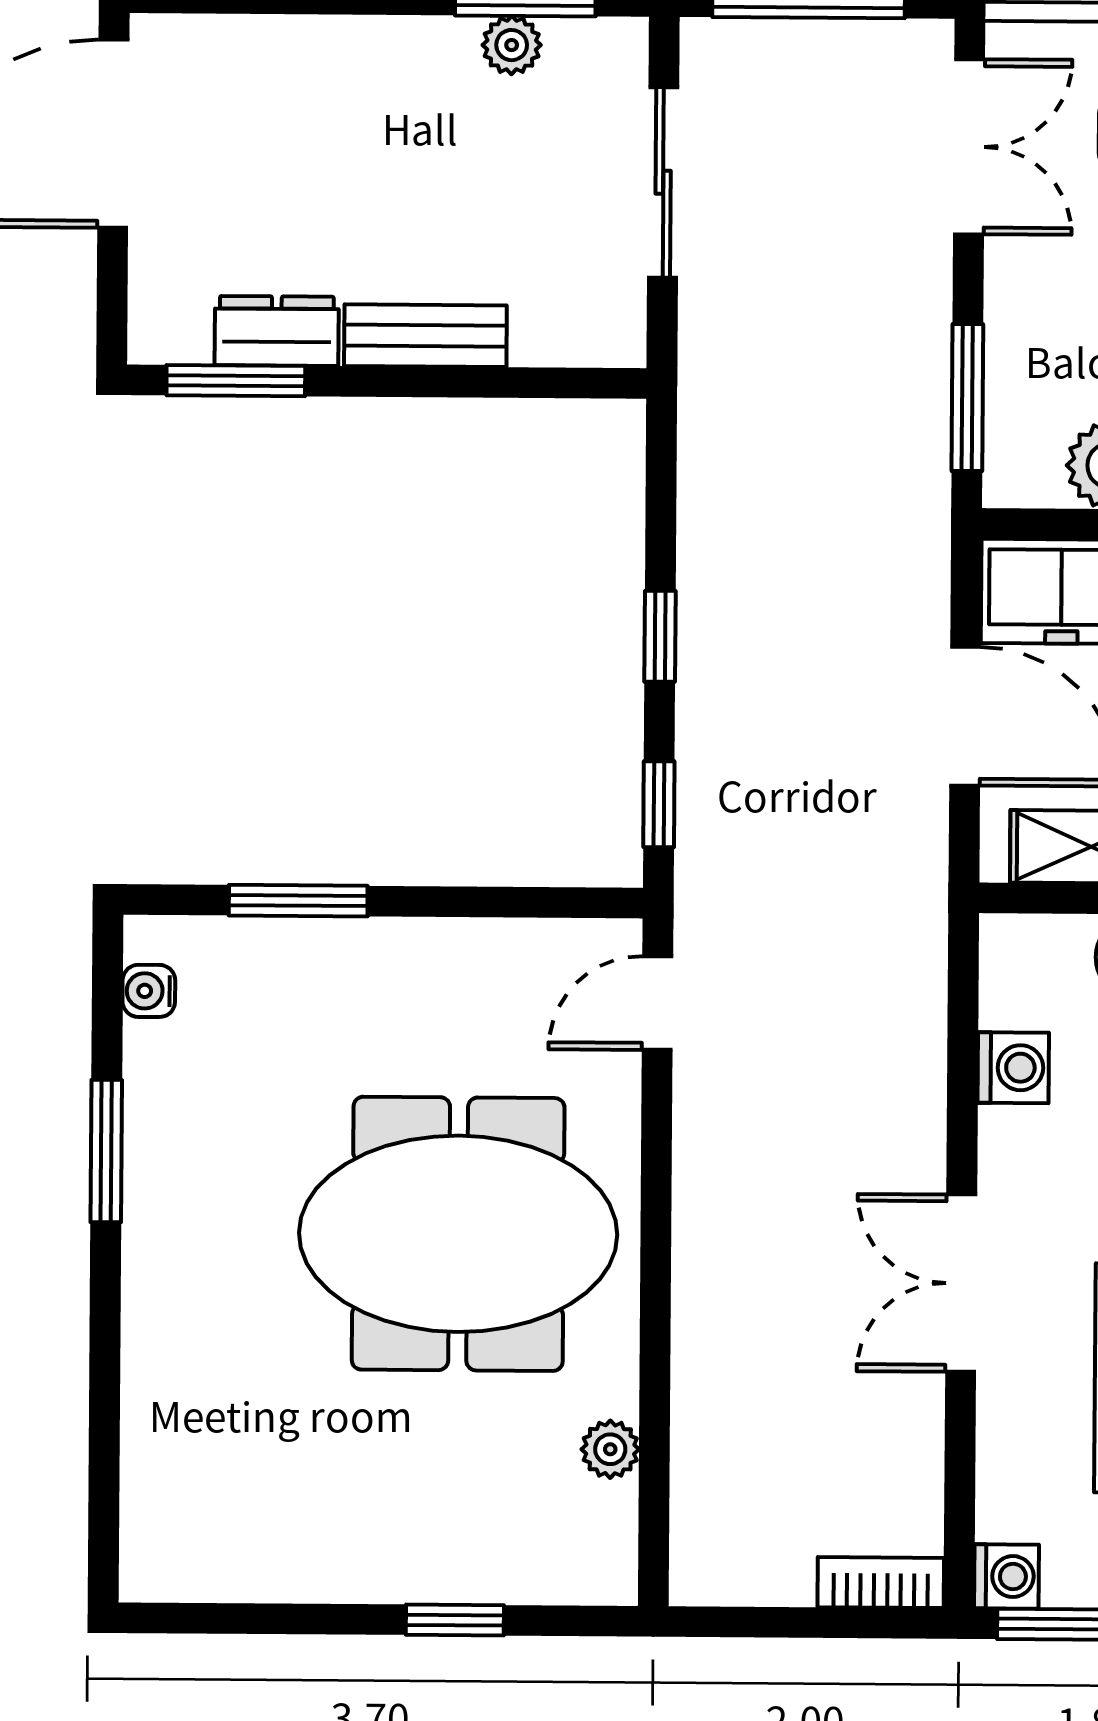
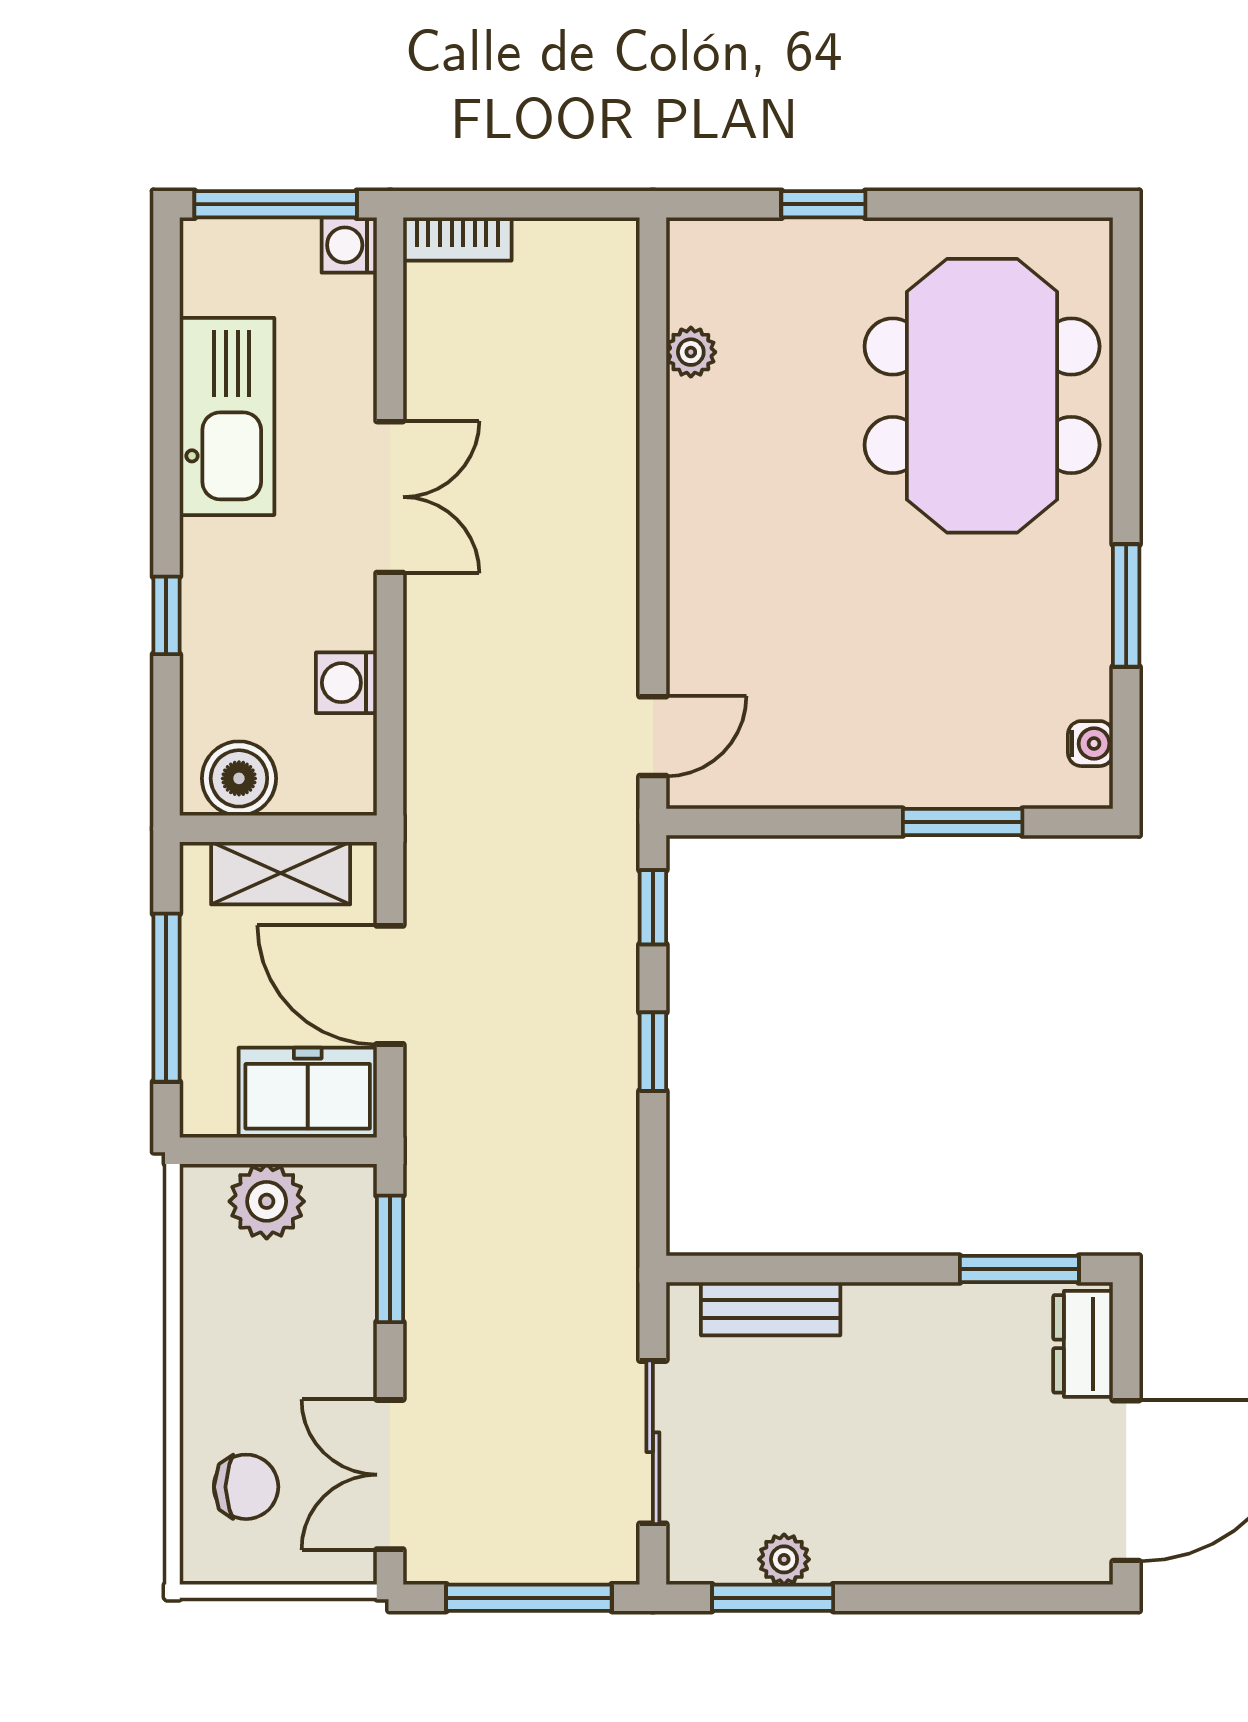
dresser: (277, 331) -> (1083, 1344), moved, turned 90
bench: (425, 336) -> (771, 1309), moved
meeting table: (458, 1234) -> (982, 396), moved, turned 90

